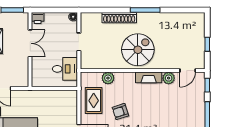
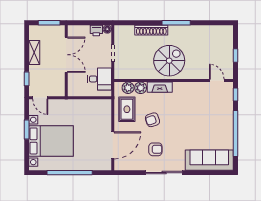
printer: (38, 18) -> (96, 30), moved
double door: (30, 43) -> (66, 55), width x1.37
door: (188, 71) -> (217, 81), swing flipped
fireplace: (149, 77) -> (160, 87), moved
plant: (169, 78) -> (128, 88), moved

